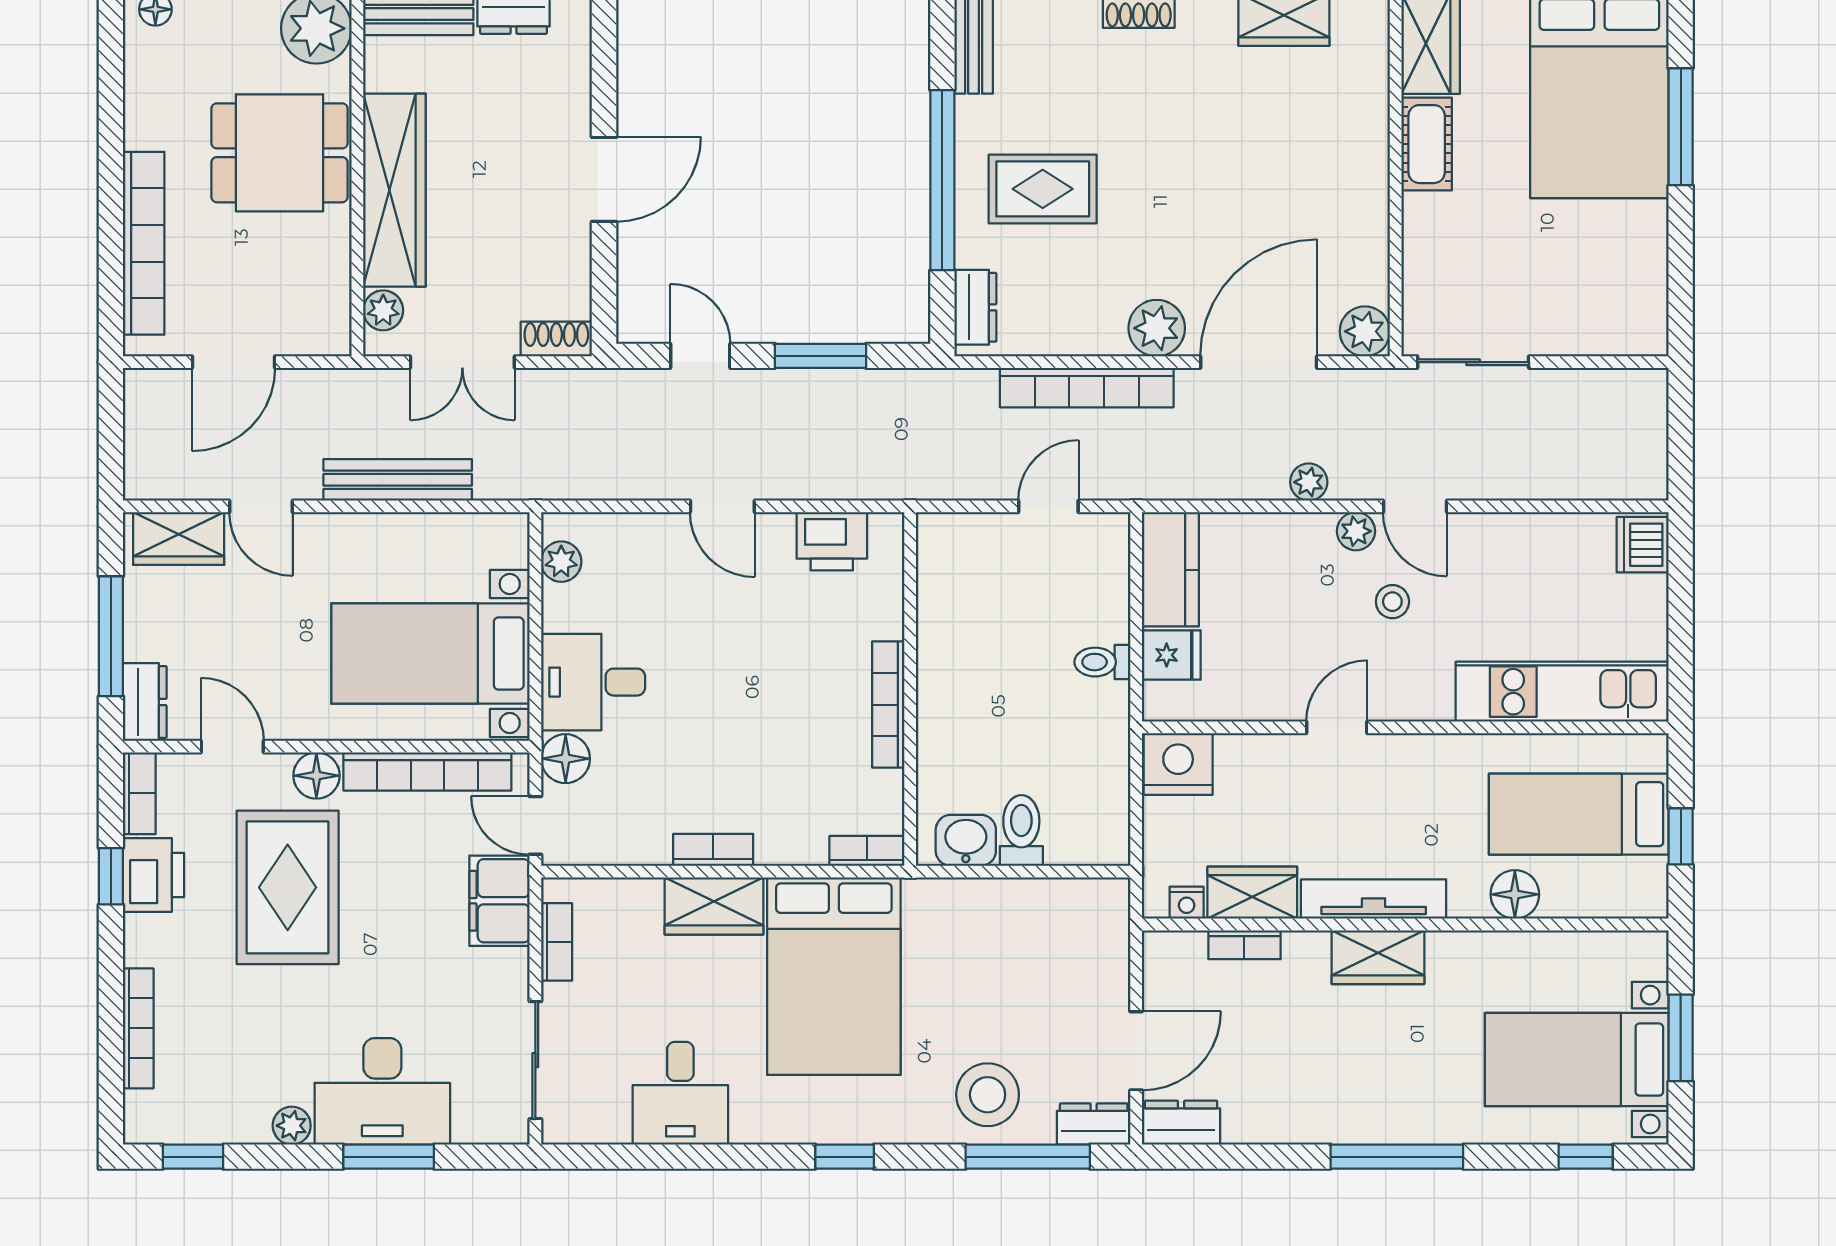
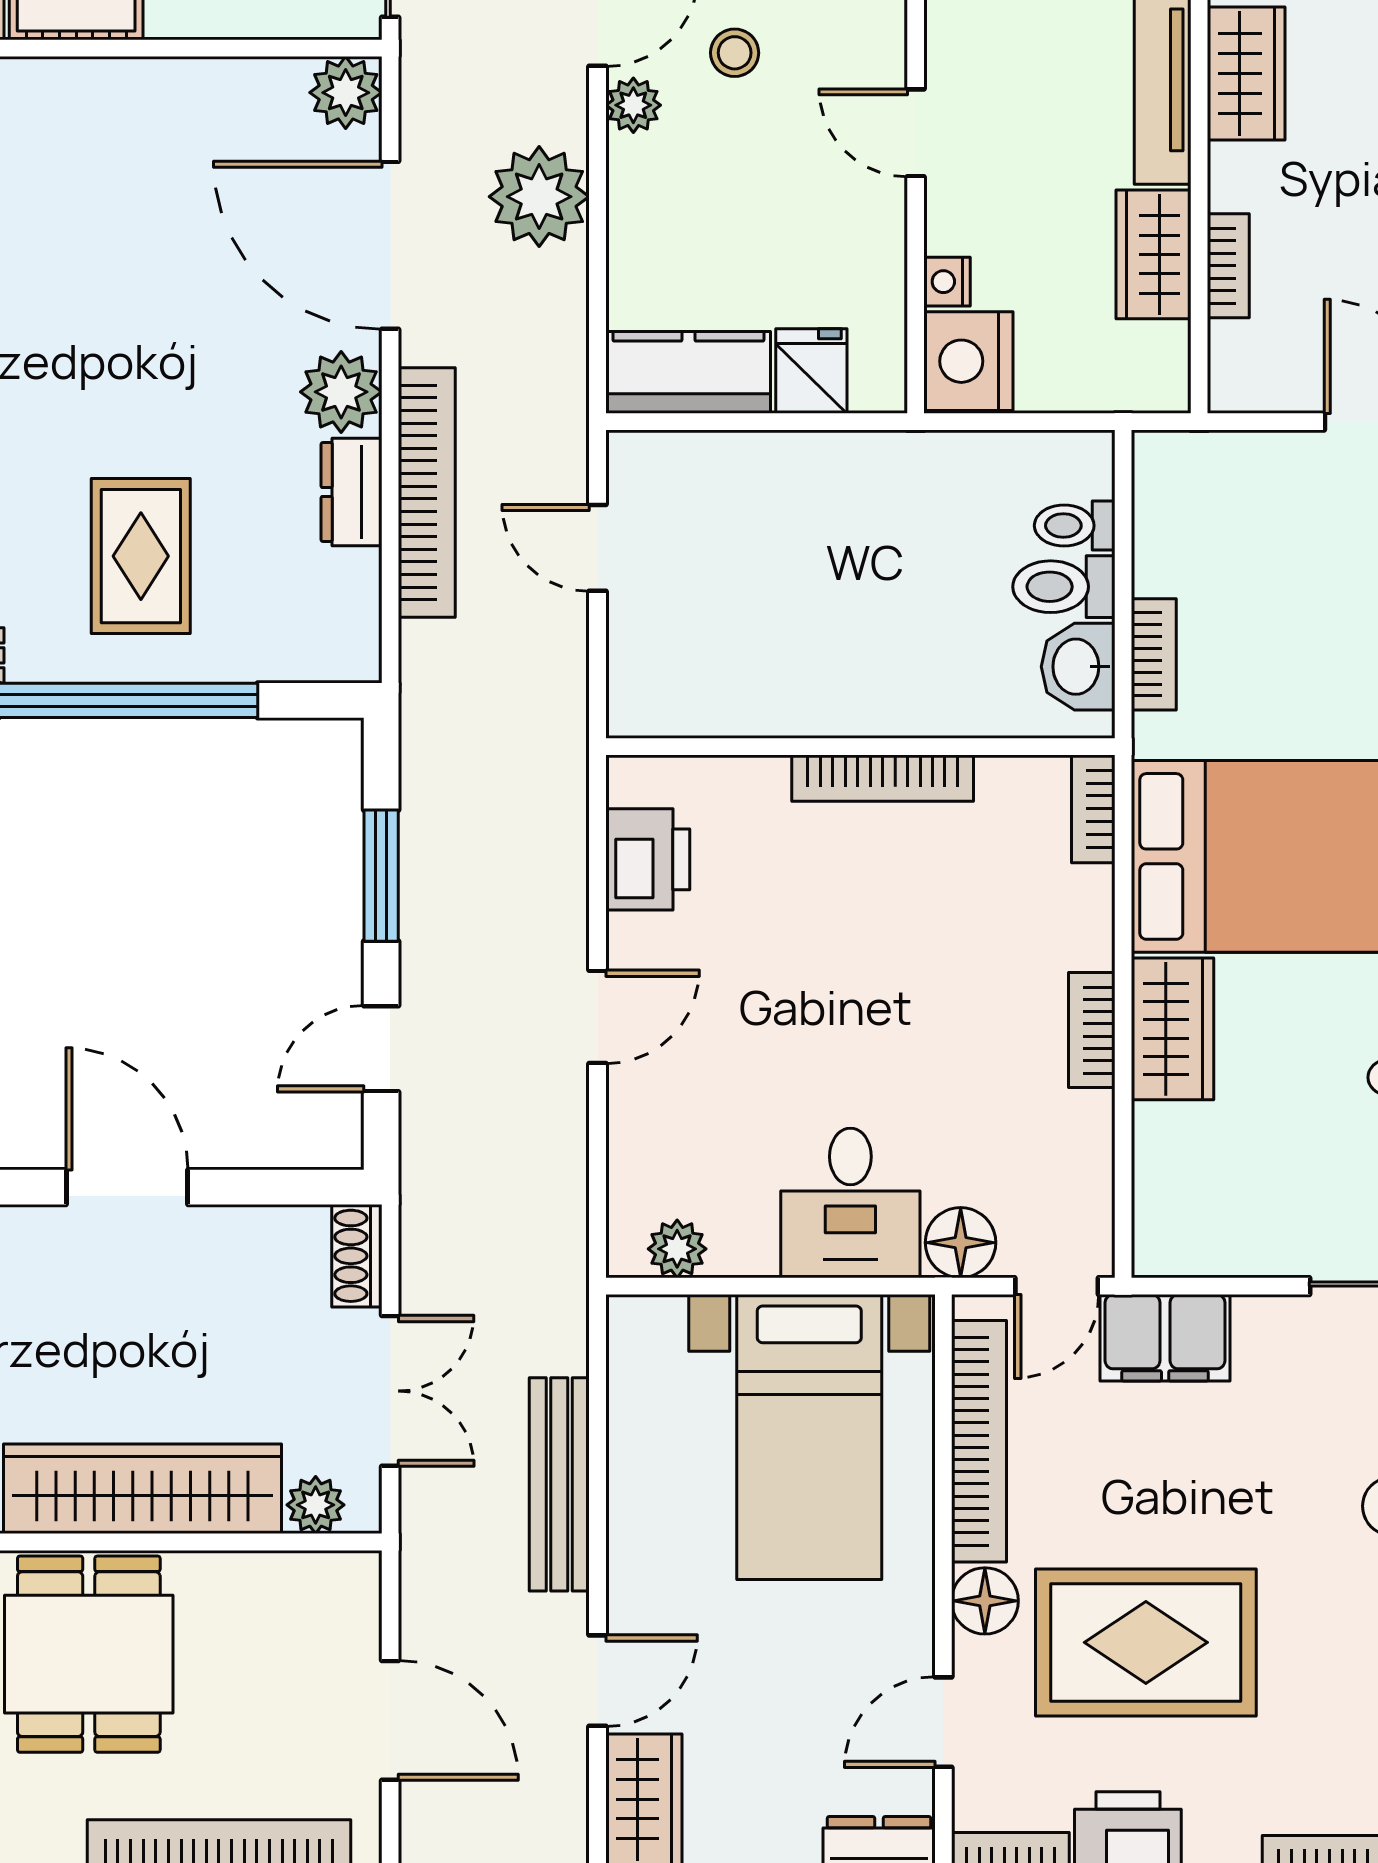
dresser: (975, 307) -> (351, 492), moved, turned -90
plant: (1309, 482) -> (539, 197), width x1.87, depth x1.87
toilet: (1102, 662) -> (1075, 526), moved, turned 90
nightstand: (1187, 903) -> (947, 282), moved, turned 180
bookcase: (557, 942) -> (1154, 654), moved, turned 90

